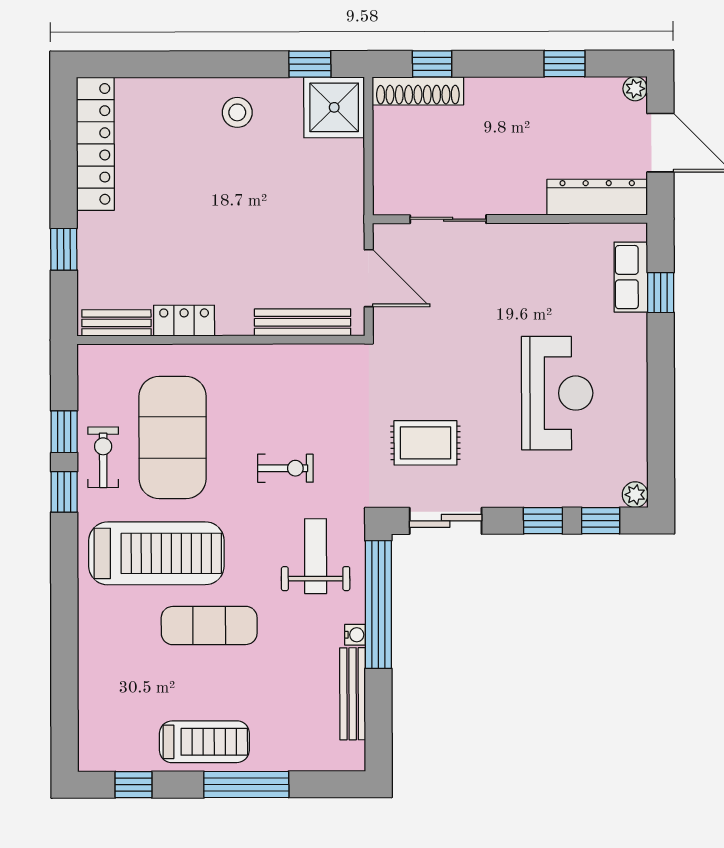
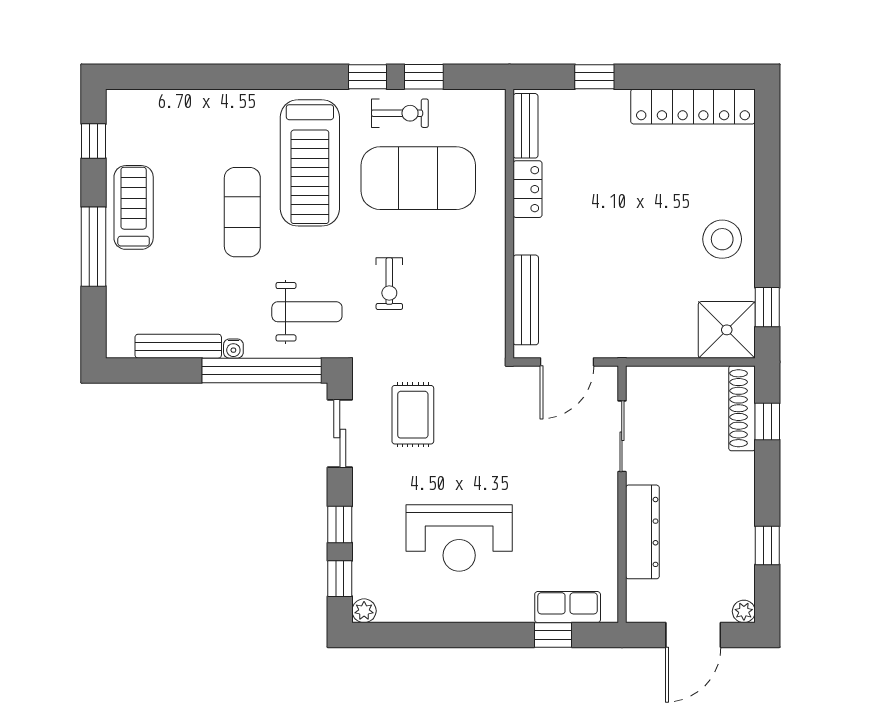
stool: (237, 112) -> (722, 239), width x1.38, depth x1.38
dresser: (597, 197) -> (642, 532), moved
treadmill: (204, 742) -> (134, 207), turned 180

